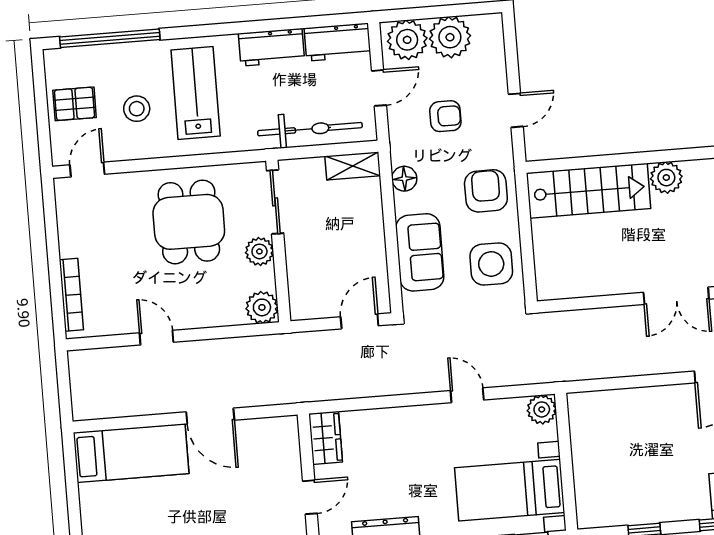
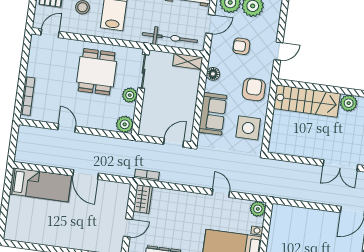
armchair: (445, 116) -> (241, 46), turned 180
bookcase: (323, 392) -> (147, 175), added

